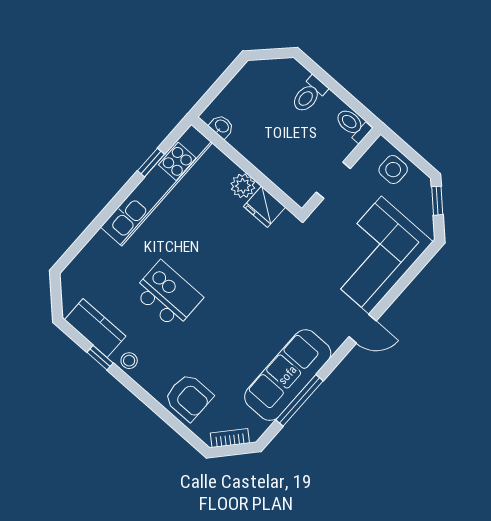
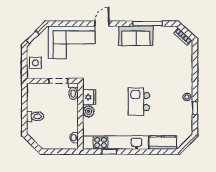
toilet: (353, 125) -> (73, 91), moved
kitchen island: (168, 295) -> (139, 102), moved
kitchen counter: (95, 328) -> (163, 142), moved, turned 90
door: (363, 329) -> (102, 24), hinge flipped
sofa: (288, 375) -> (136, 36), width x0.73
armchair: (189, 397) -> (181, 64), removed

